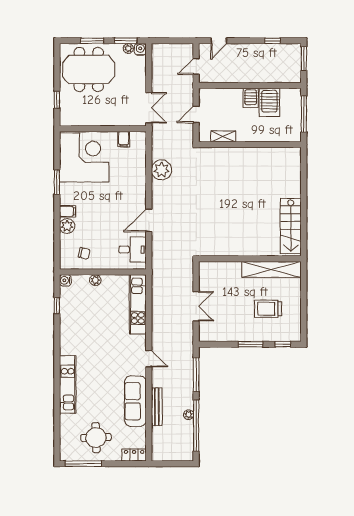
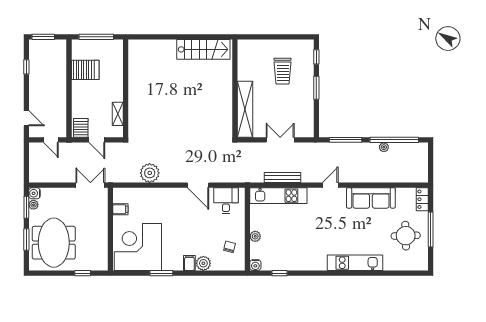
server rack: (251, 98) -> (81, 128), moved, turned -90
shelving: (271, 269) -> (245, 109), moved
bench: (157, 407) -> (282, 178), moved
window: (83, 464) -> (431, 230), moved

